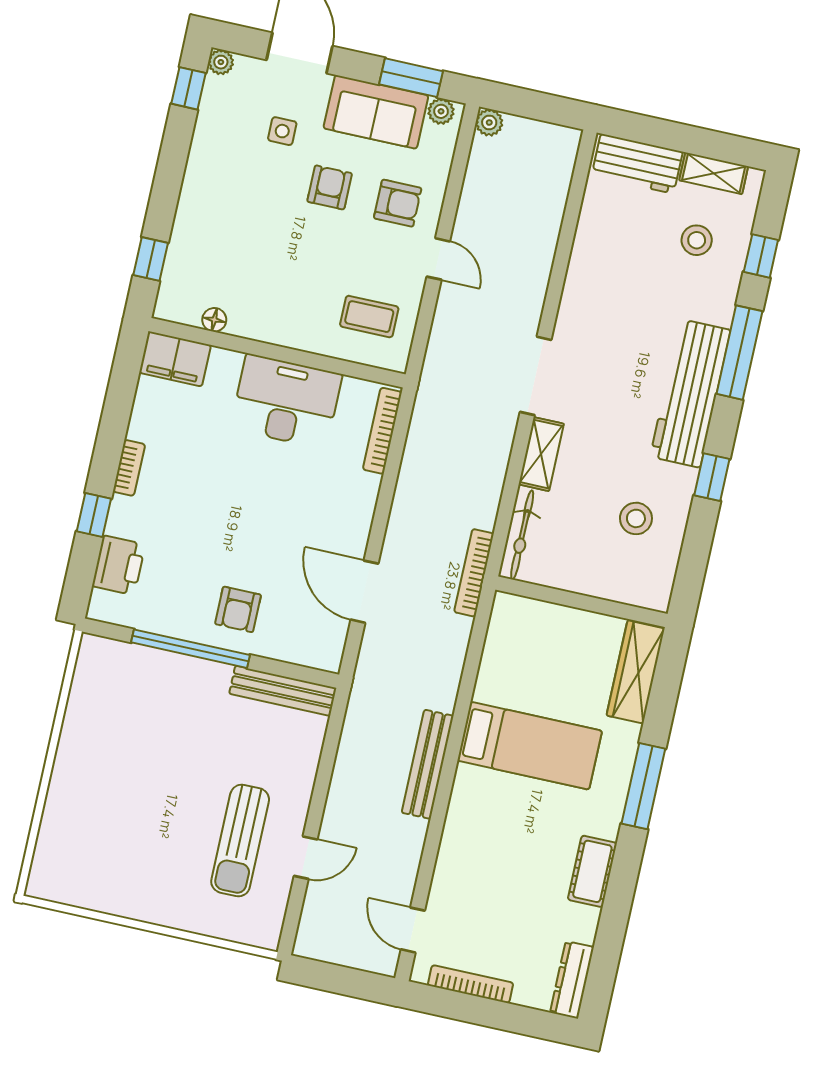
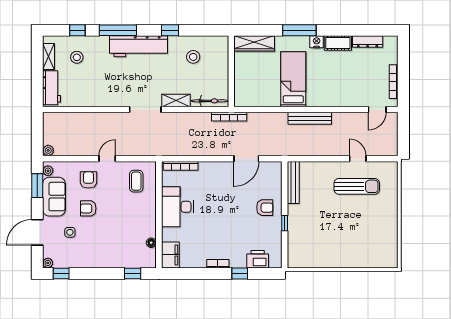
window: (190, 649) -> (285, 223), width x0.32
nightstand: (607, 821) -> (317, 42), added
dresser: (572, 980) -> (368, 42), moved

